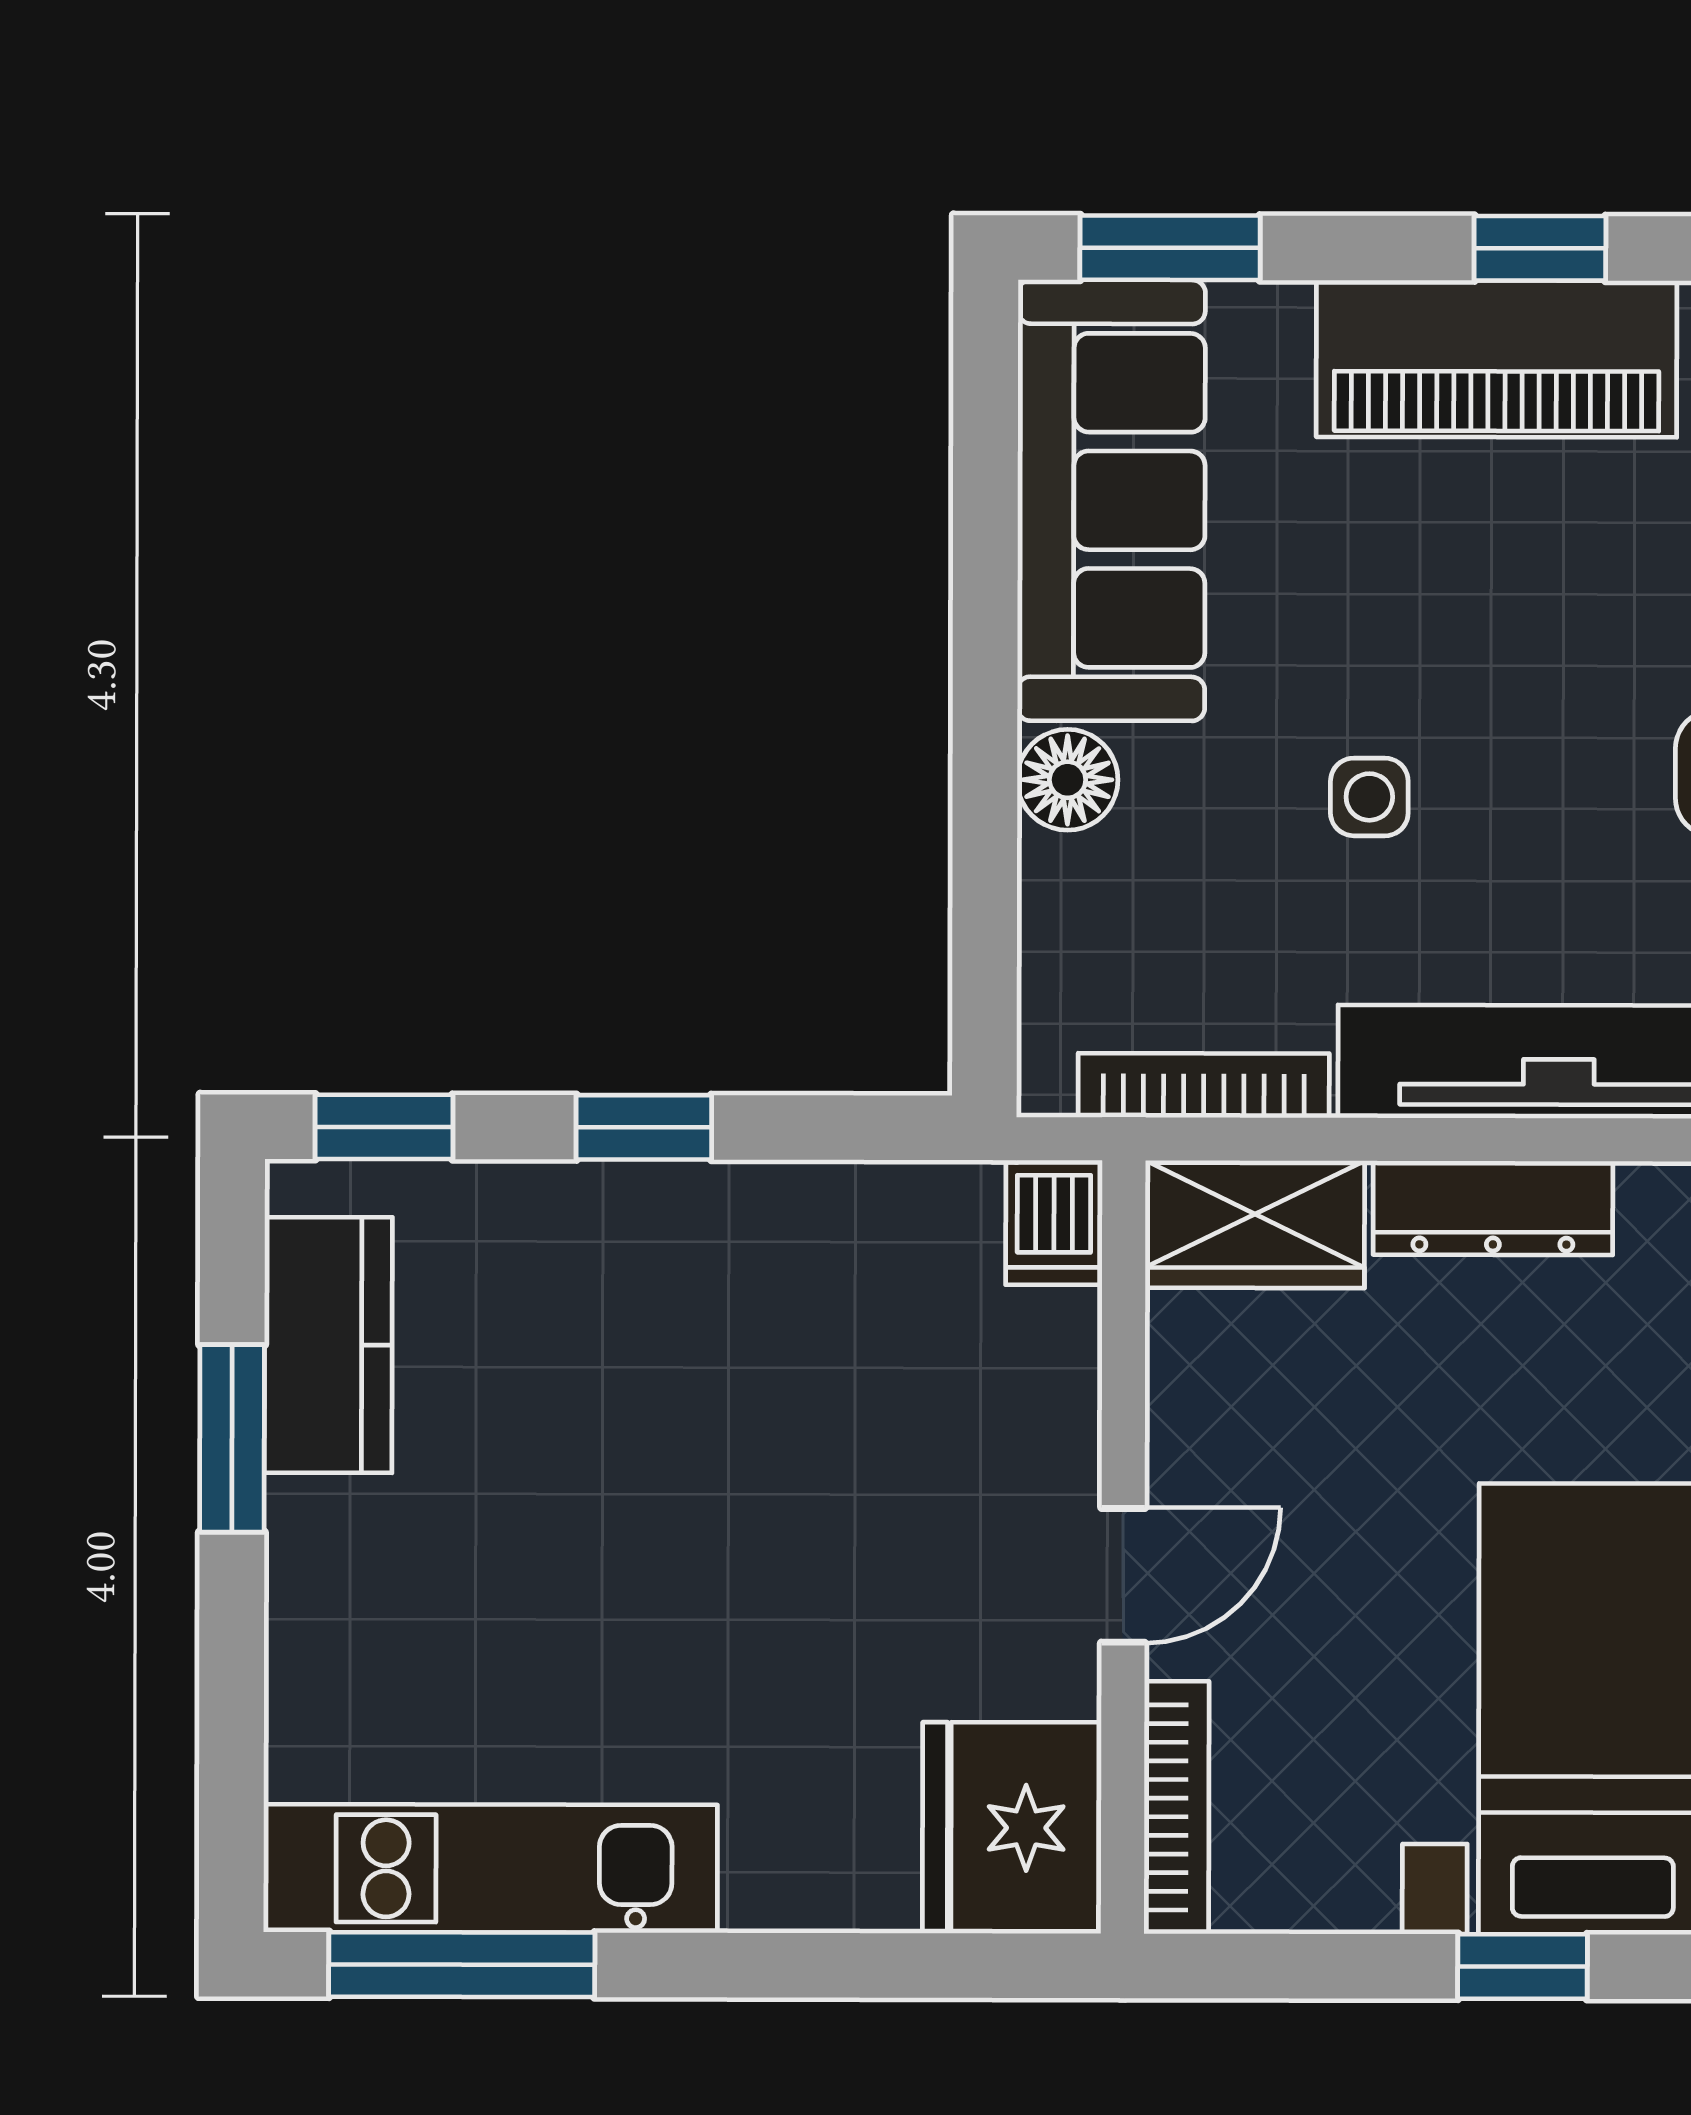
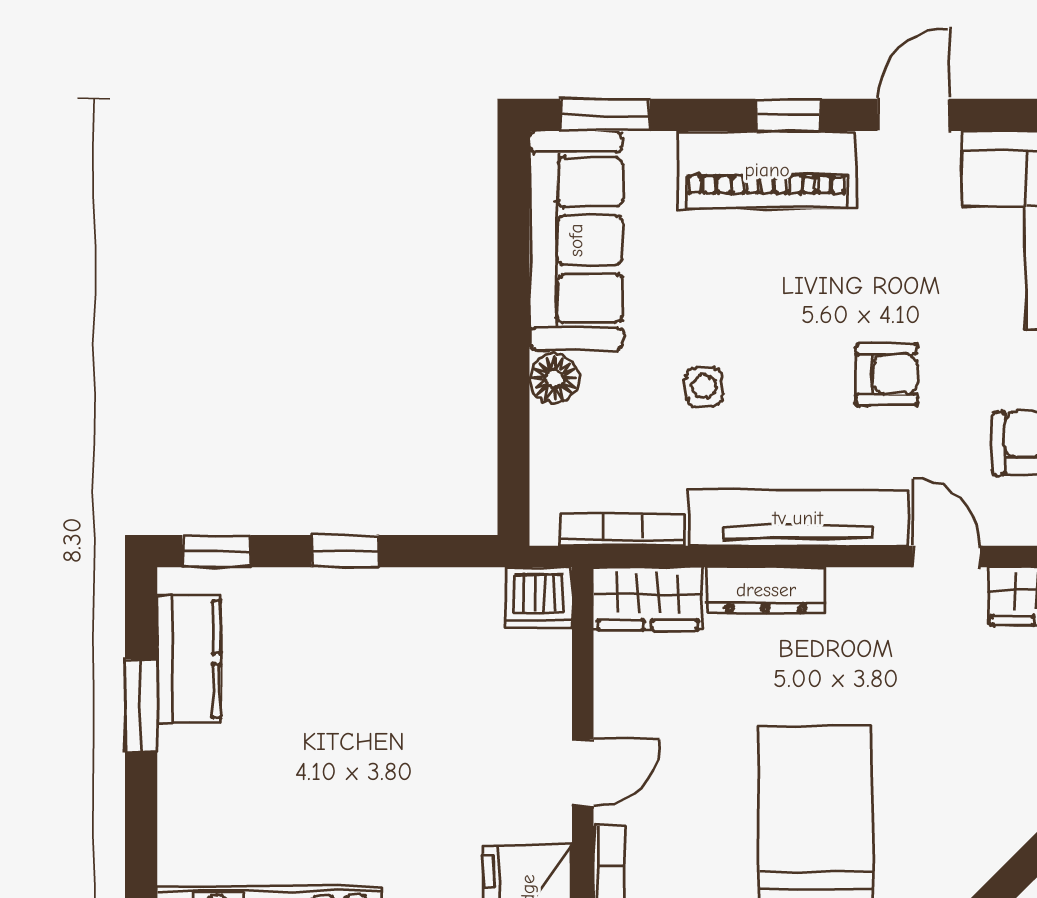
dishwasher: (1054, 1223) -> (539, 598), width x1.38

